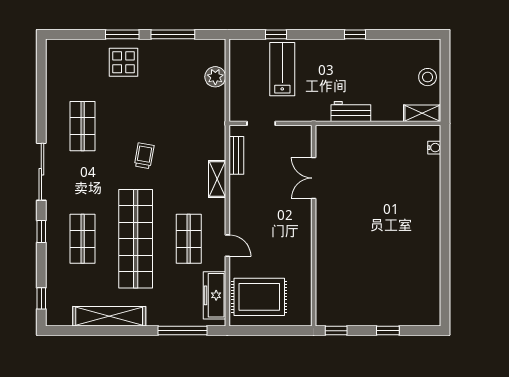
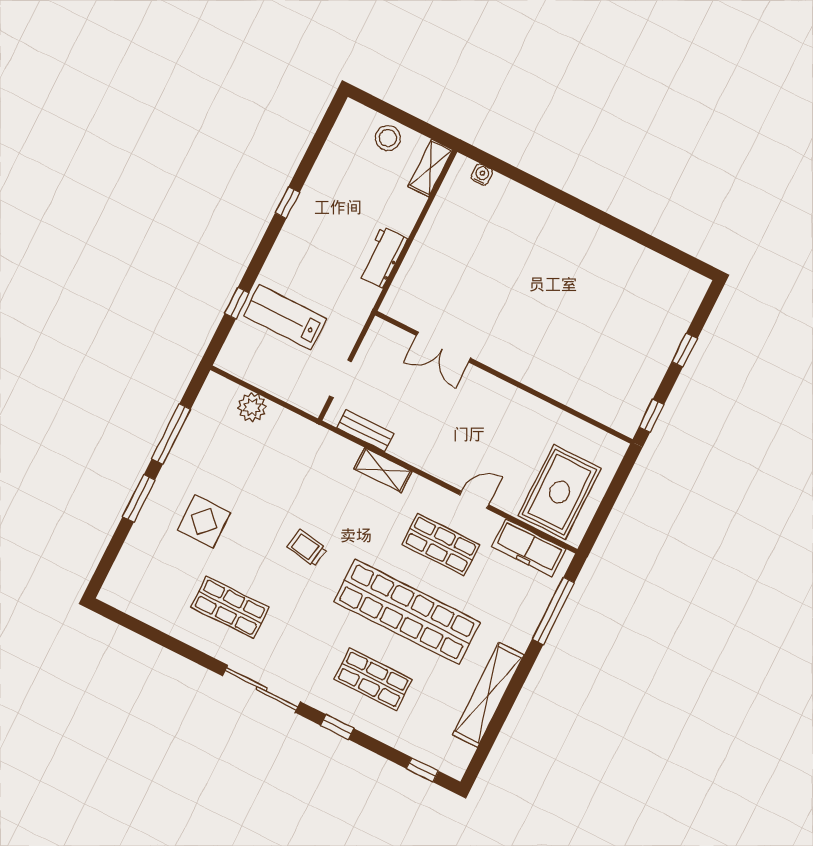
display table: (124, 62) -> (204, 521), moved

